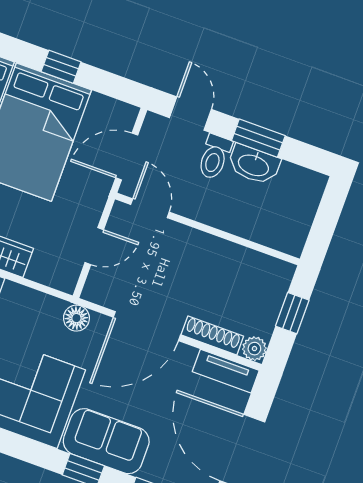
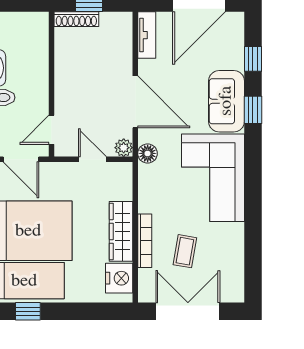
shoe rack: (212, 335) -> (76, 19), moved, turned -90
plant: (254, 349) -> (124, 148), moved

